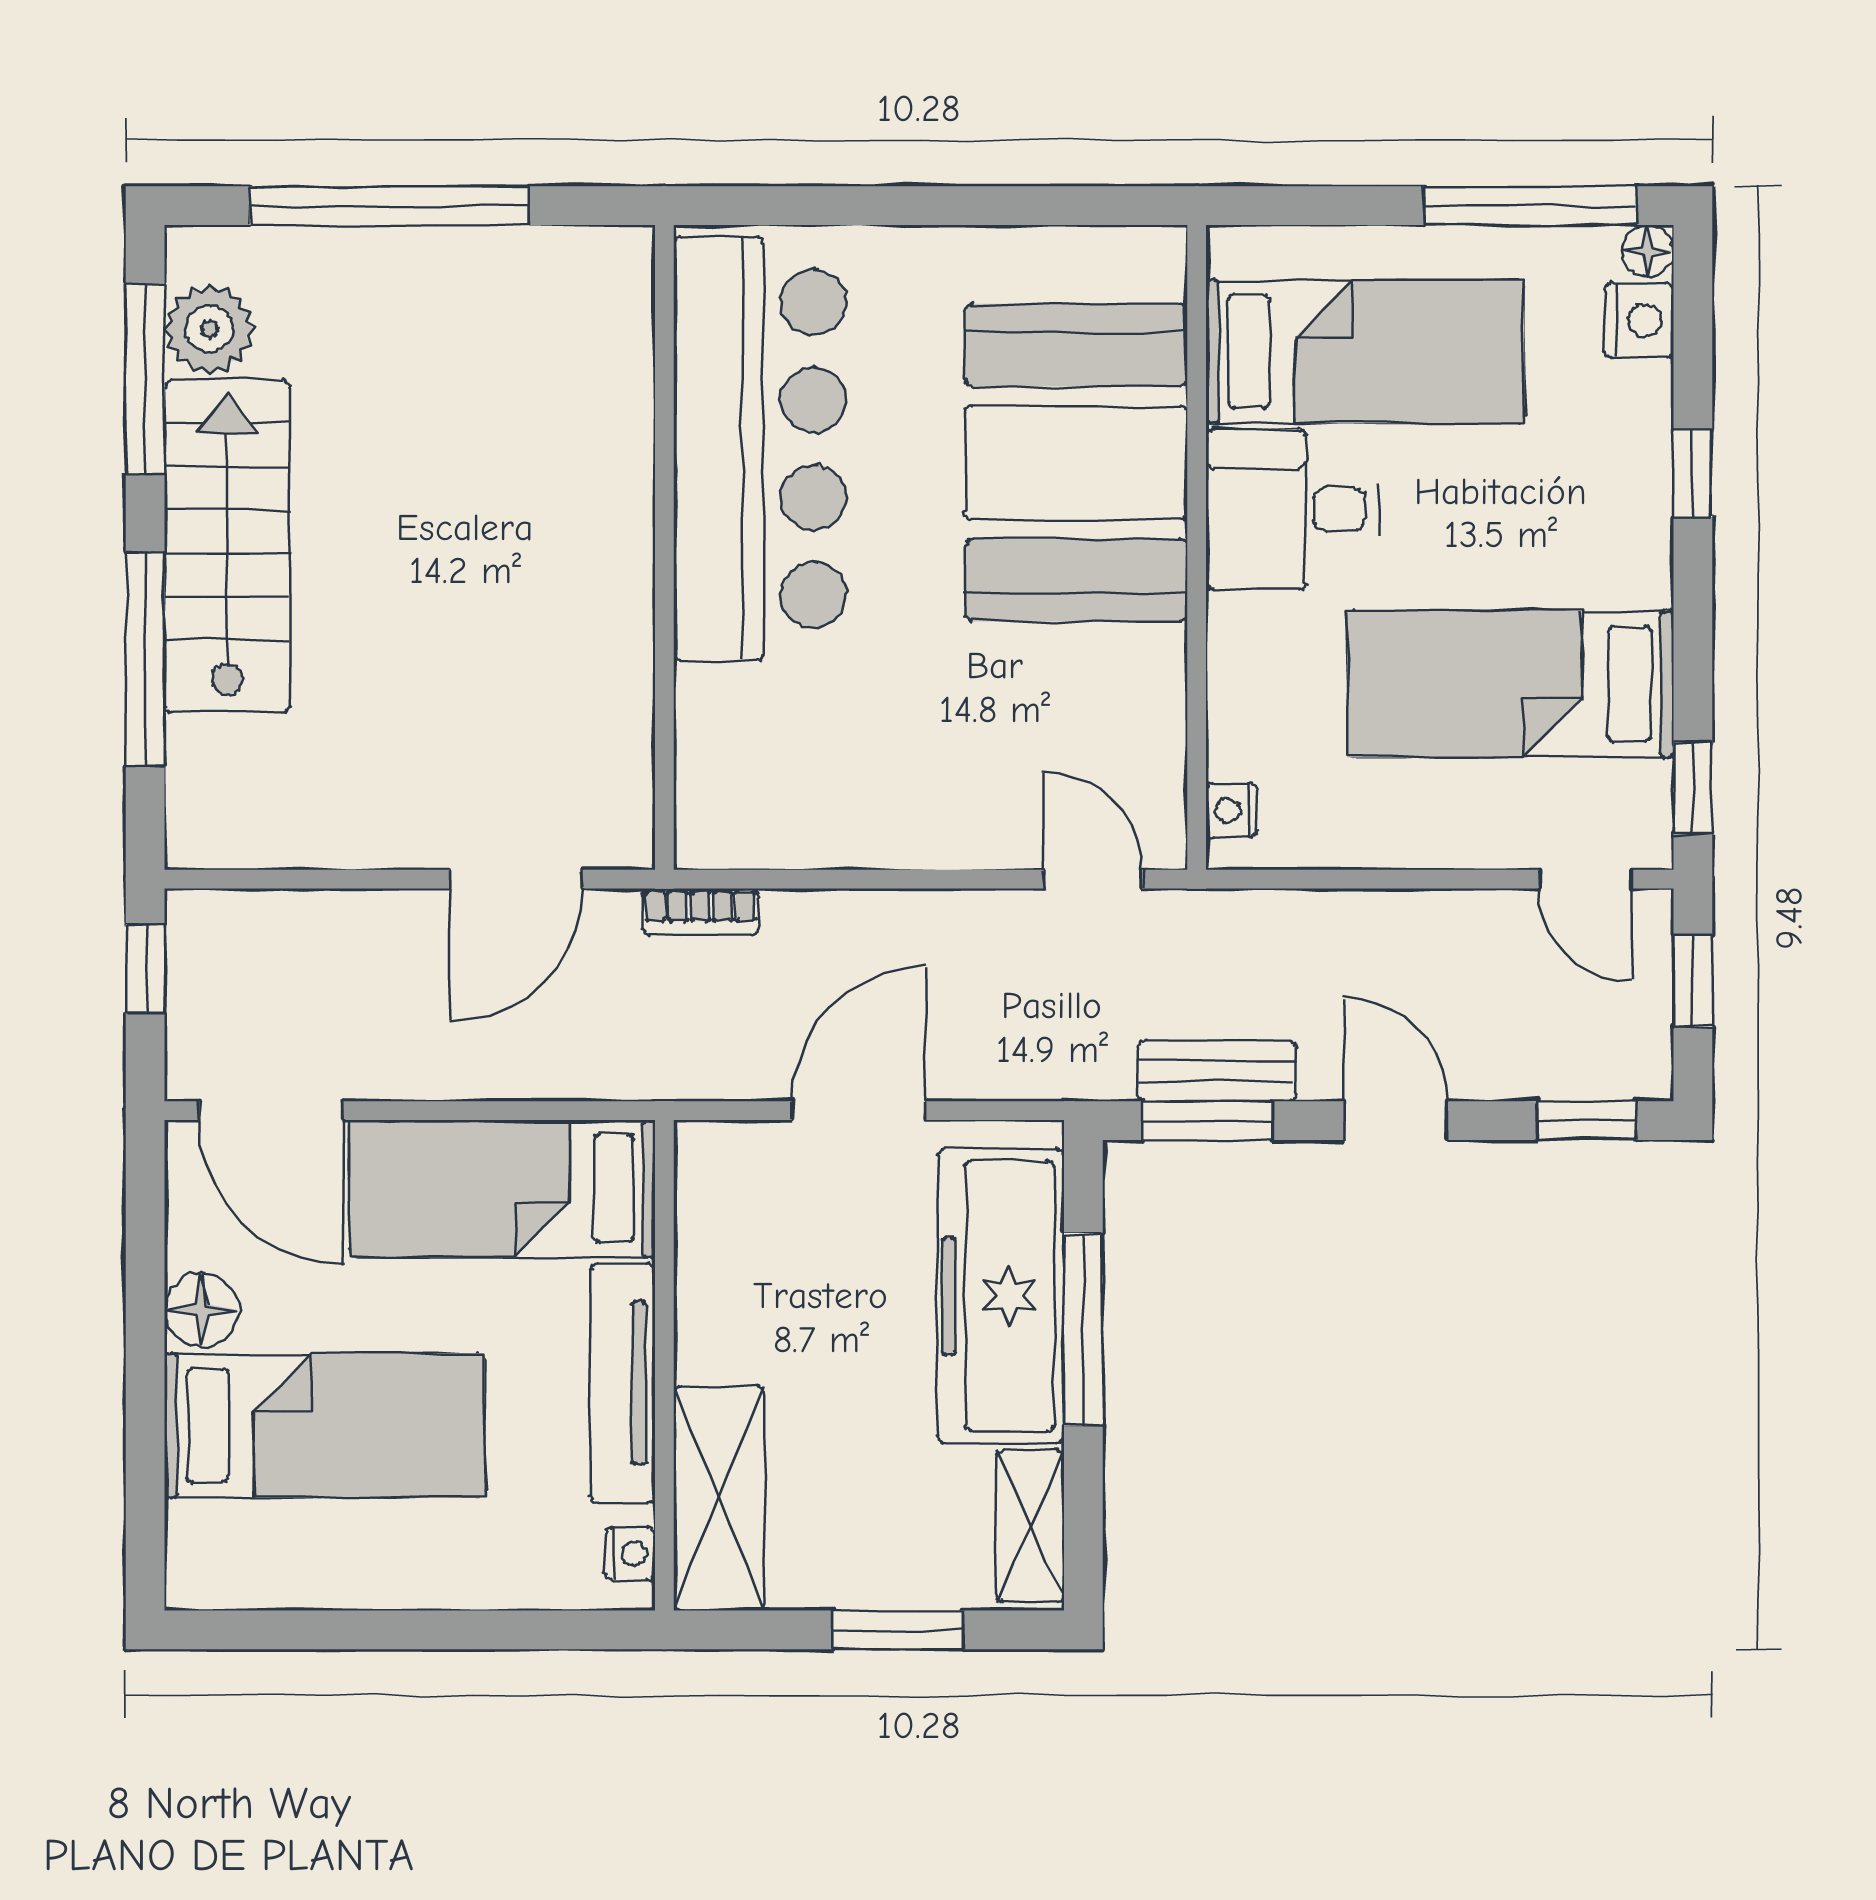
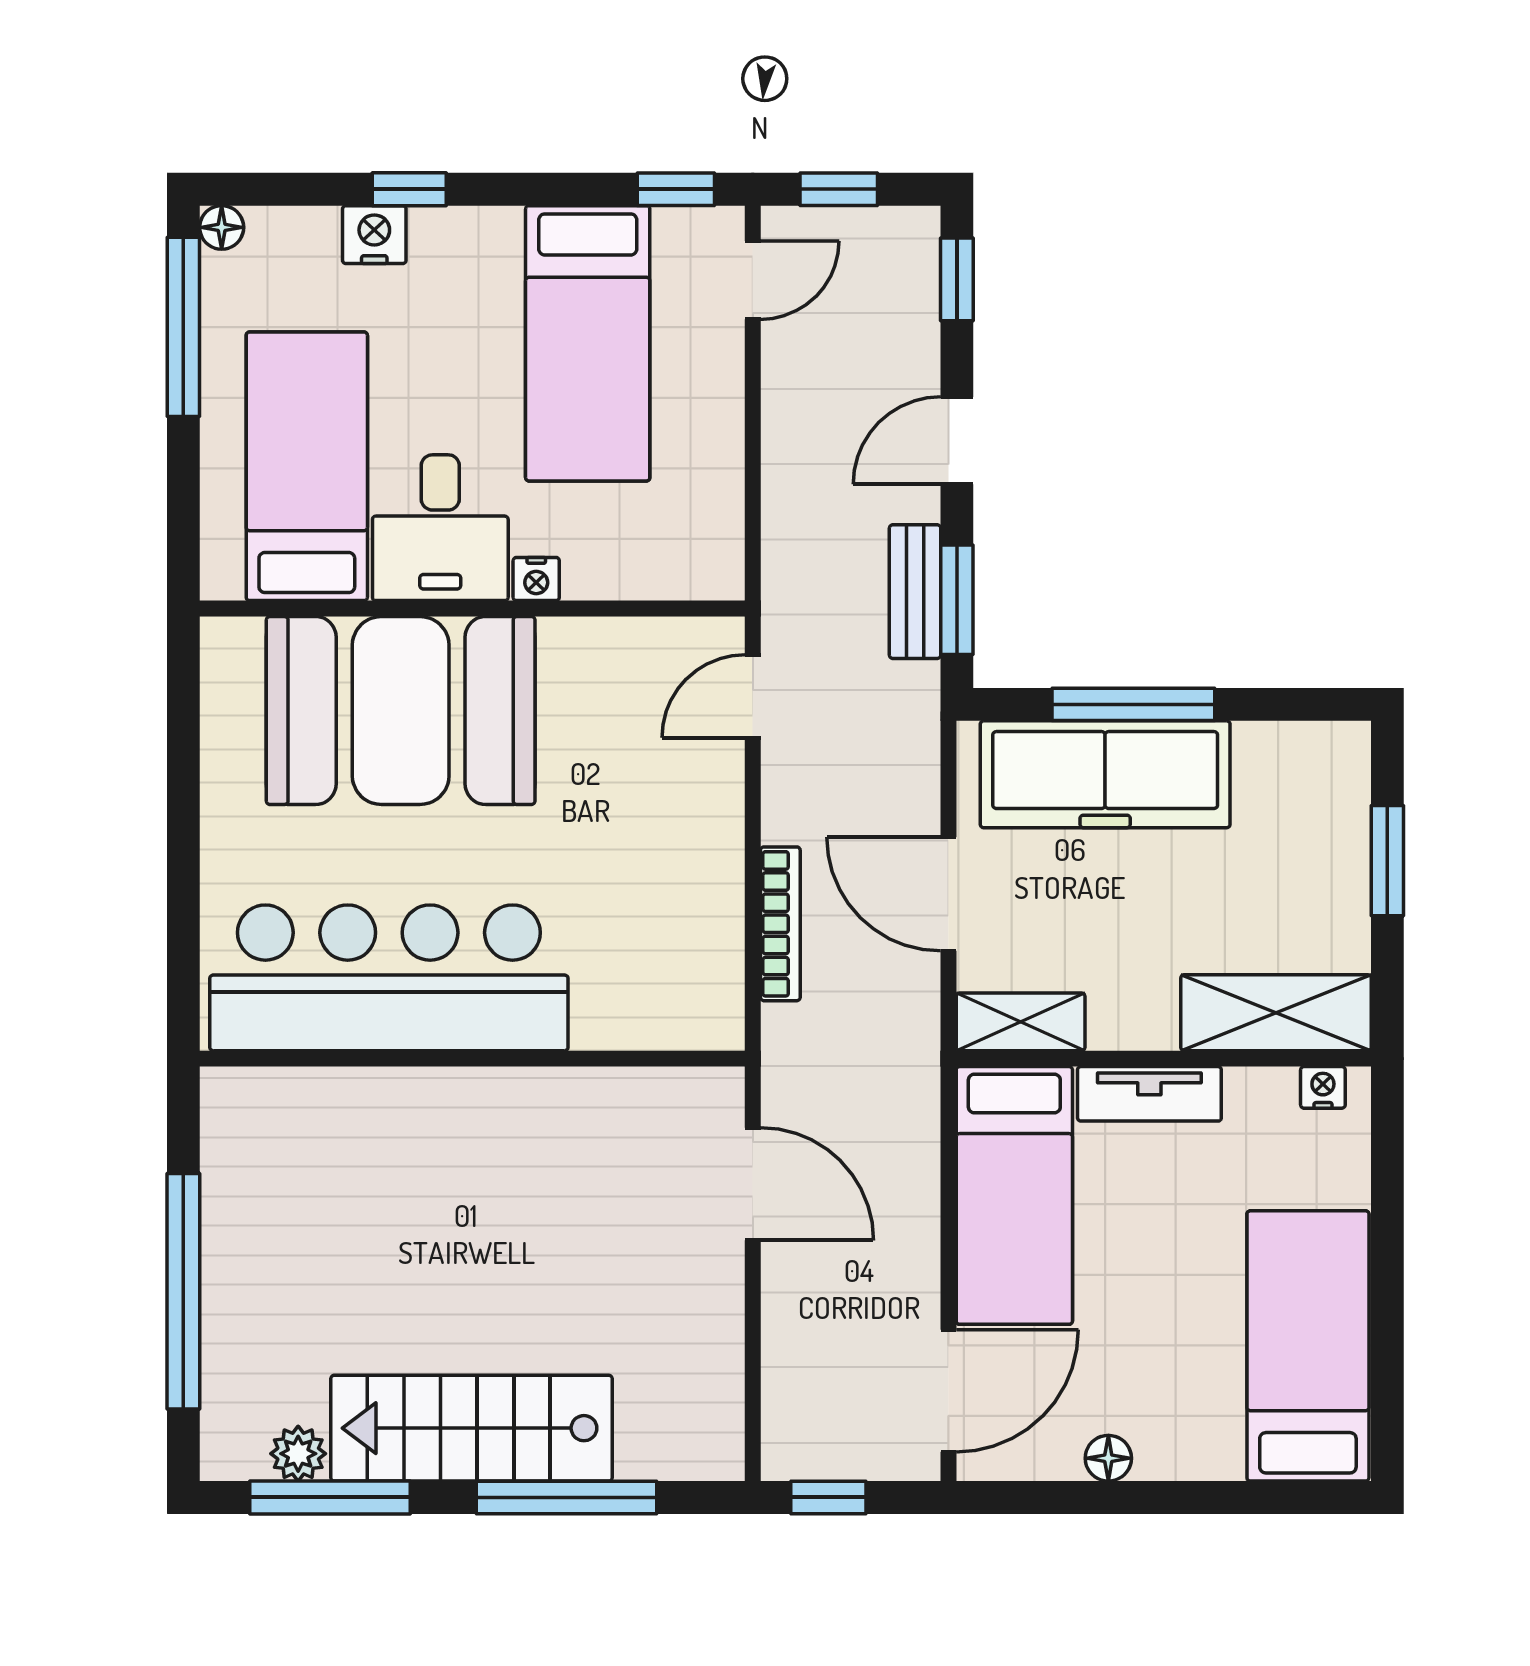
nightstand: (1639, 320) -> (374, 235), moved
plant: (209, 329) -> (298, 1454), width x0.73, depth x0.73
nightstand: (1232, 811) -> (536, 579), moved
bookcase: (700, 912) -> (780, 924), moved, width x1.56
floor lamp: (202, 1310) -> (1108, 1458), width x0.73, depth x0.73
tv unit: (623, 1383) -> (1149, 1094), width x0.71
bed: (324, 1425) -> (1308, 1346), moved
shelving: (1030, 1526) -> (1021, 1022), moved

